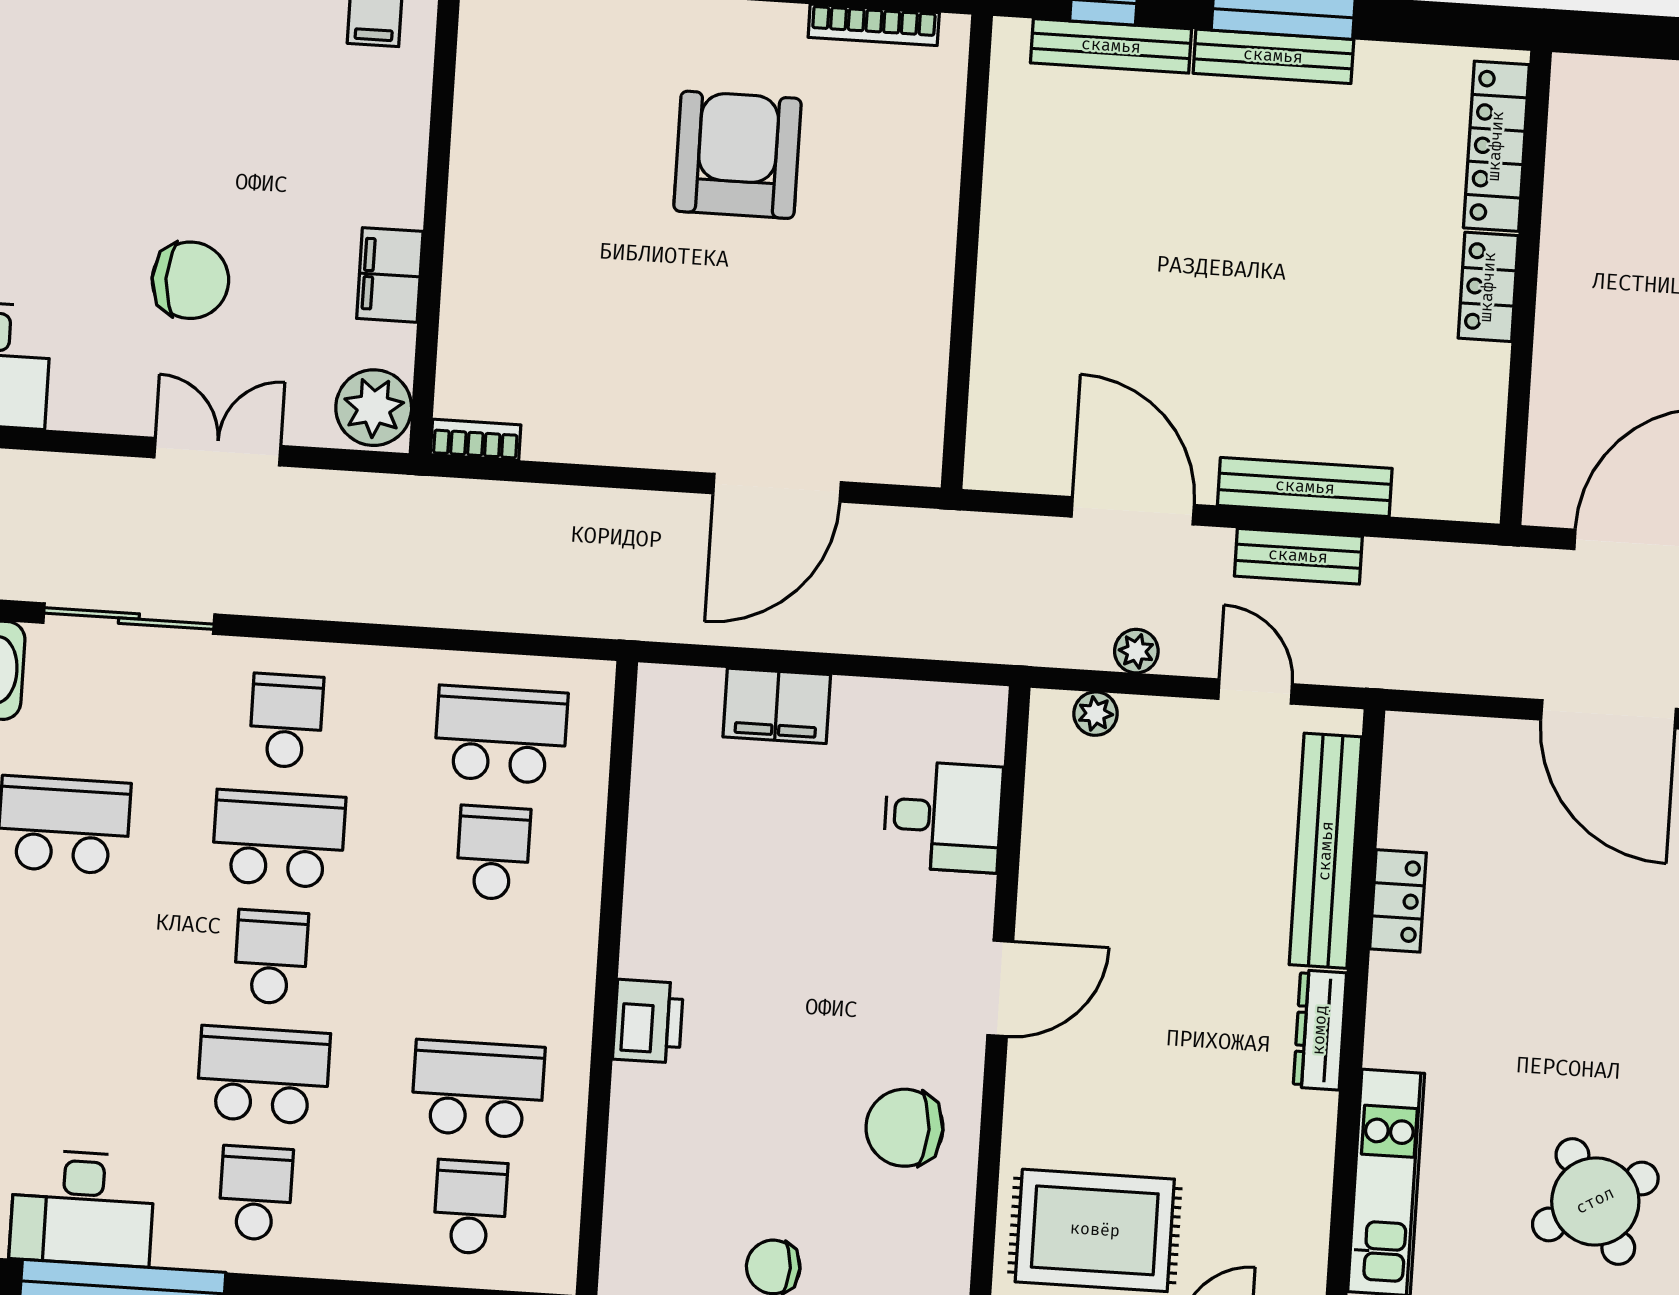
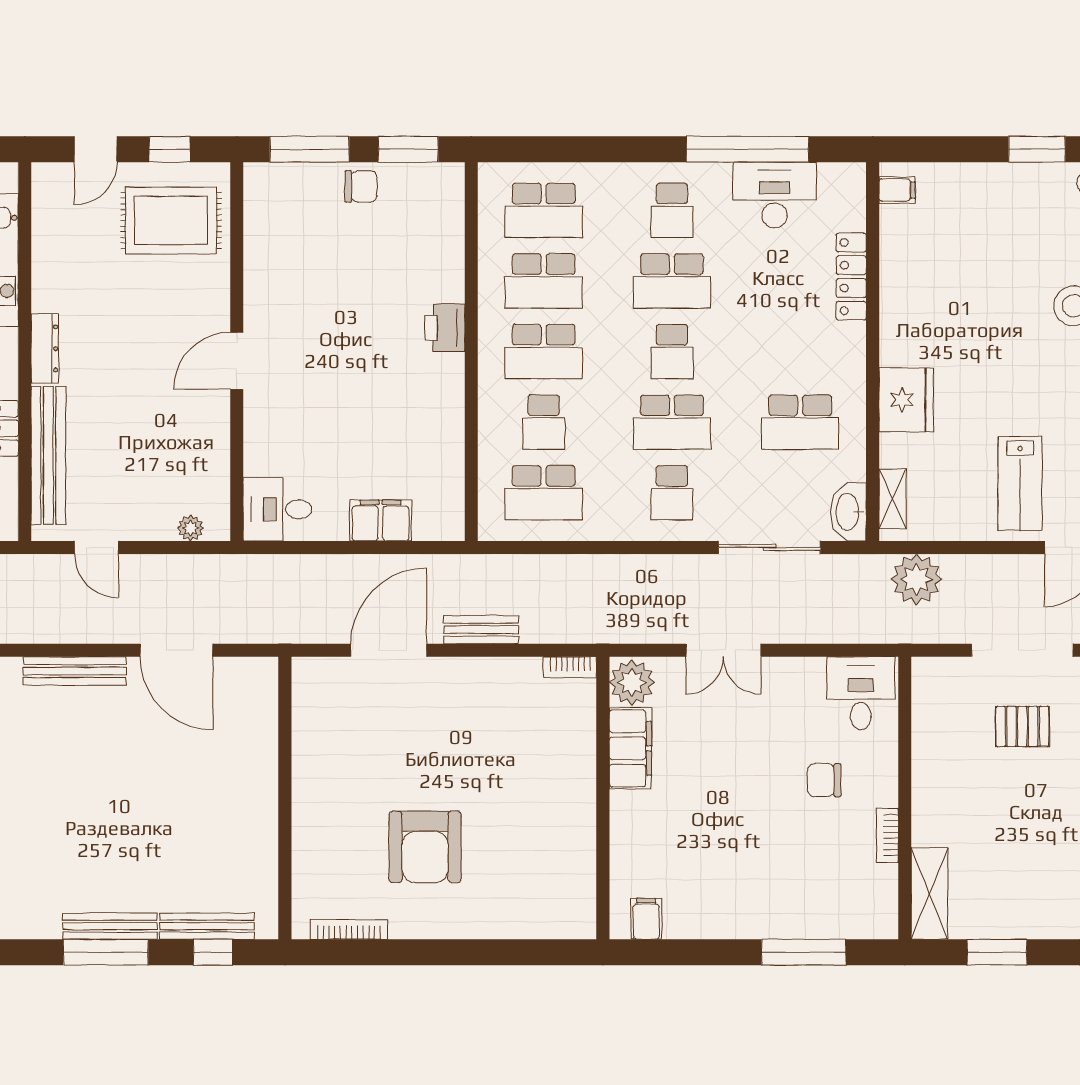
filing cabinet: (390, 275) -> (630, 748), width x1.50, depth x1.17
chair: (190, 280) -> (824, 780), moved, width x0.73, depth x0.73
bench: (1298, 556) -> (481, 630), moved
plant: (1136, 651) -> (169, 567), removed
desk: (943, 817) -> (277, 509), moved
school desk: (486, 971) -> (544, 352), added
chair: (904, 1128) -> (288, 274), removed
school desk: (470, 1207) -> (544, 210), width x1.85

